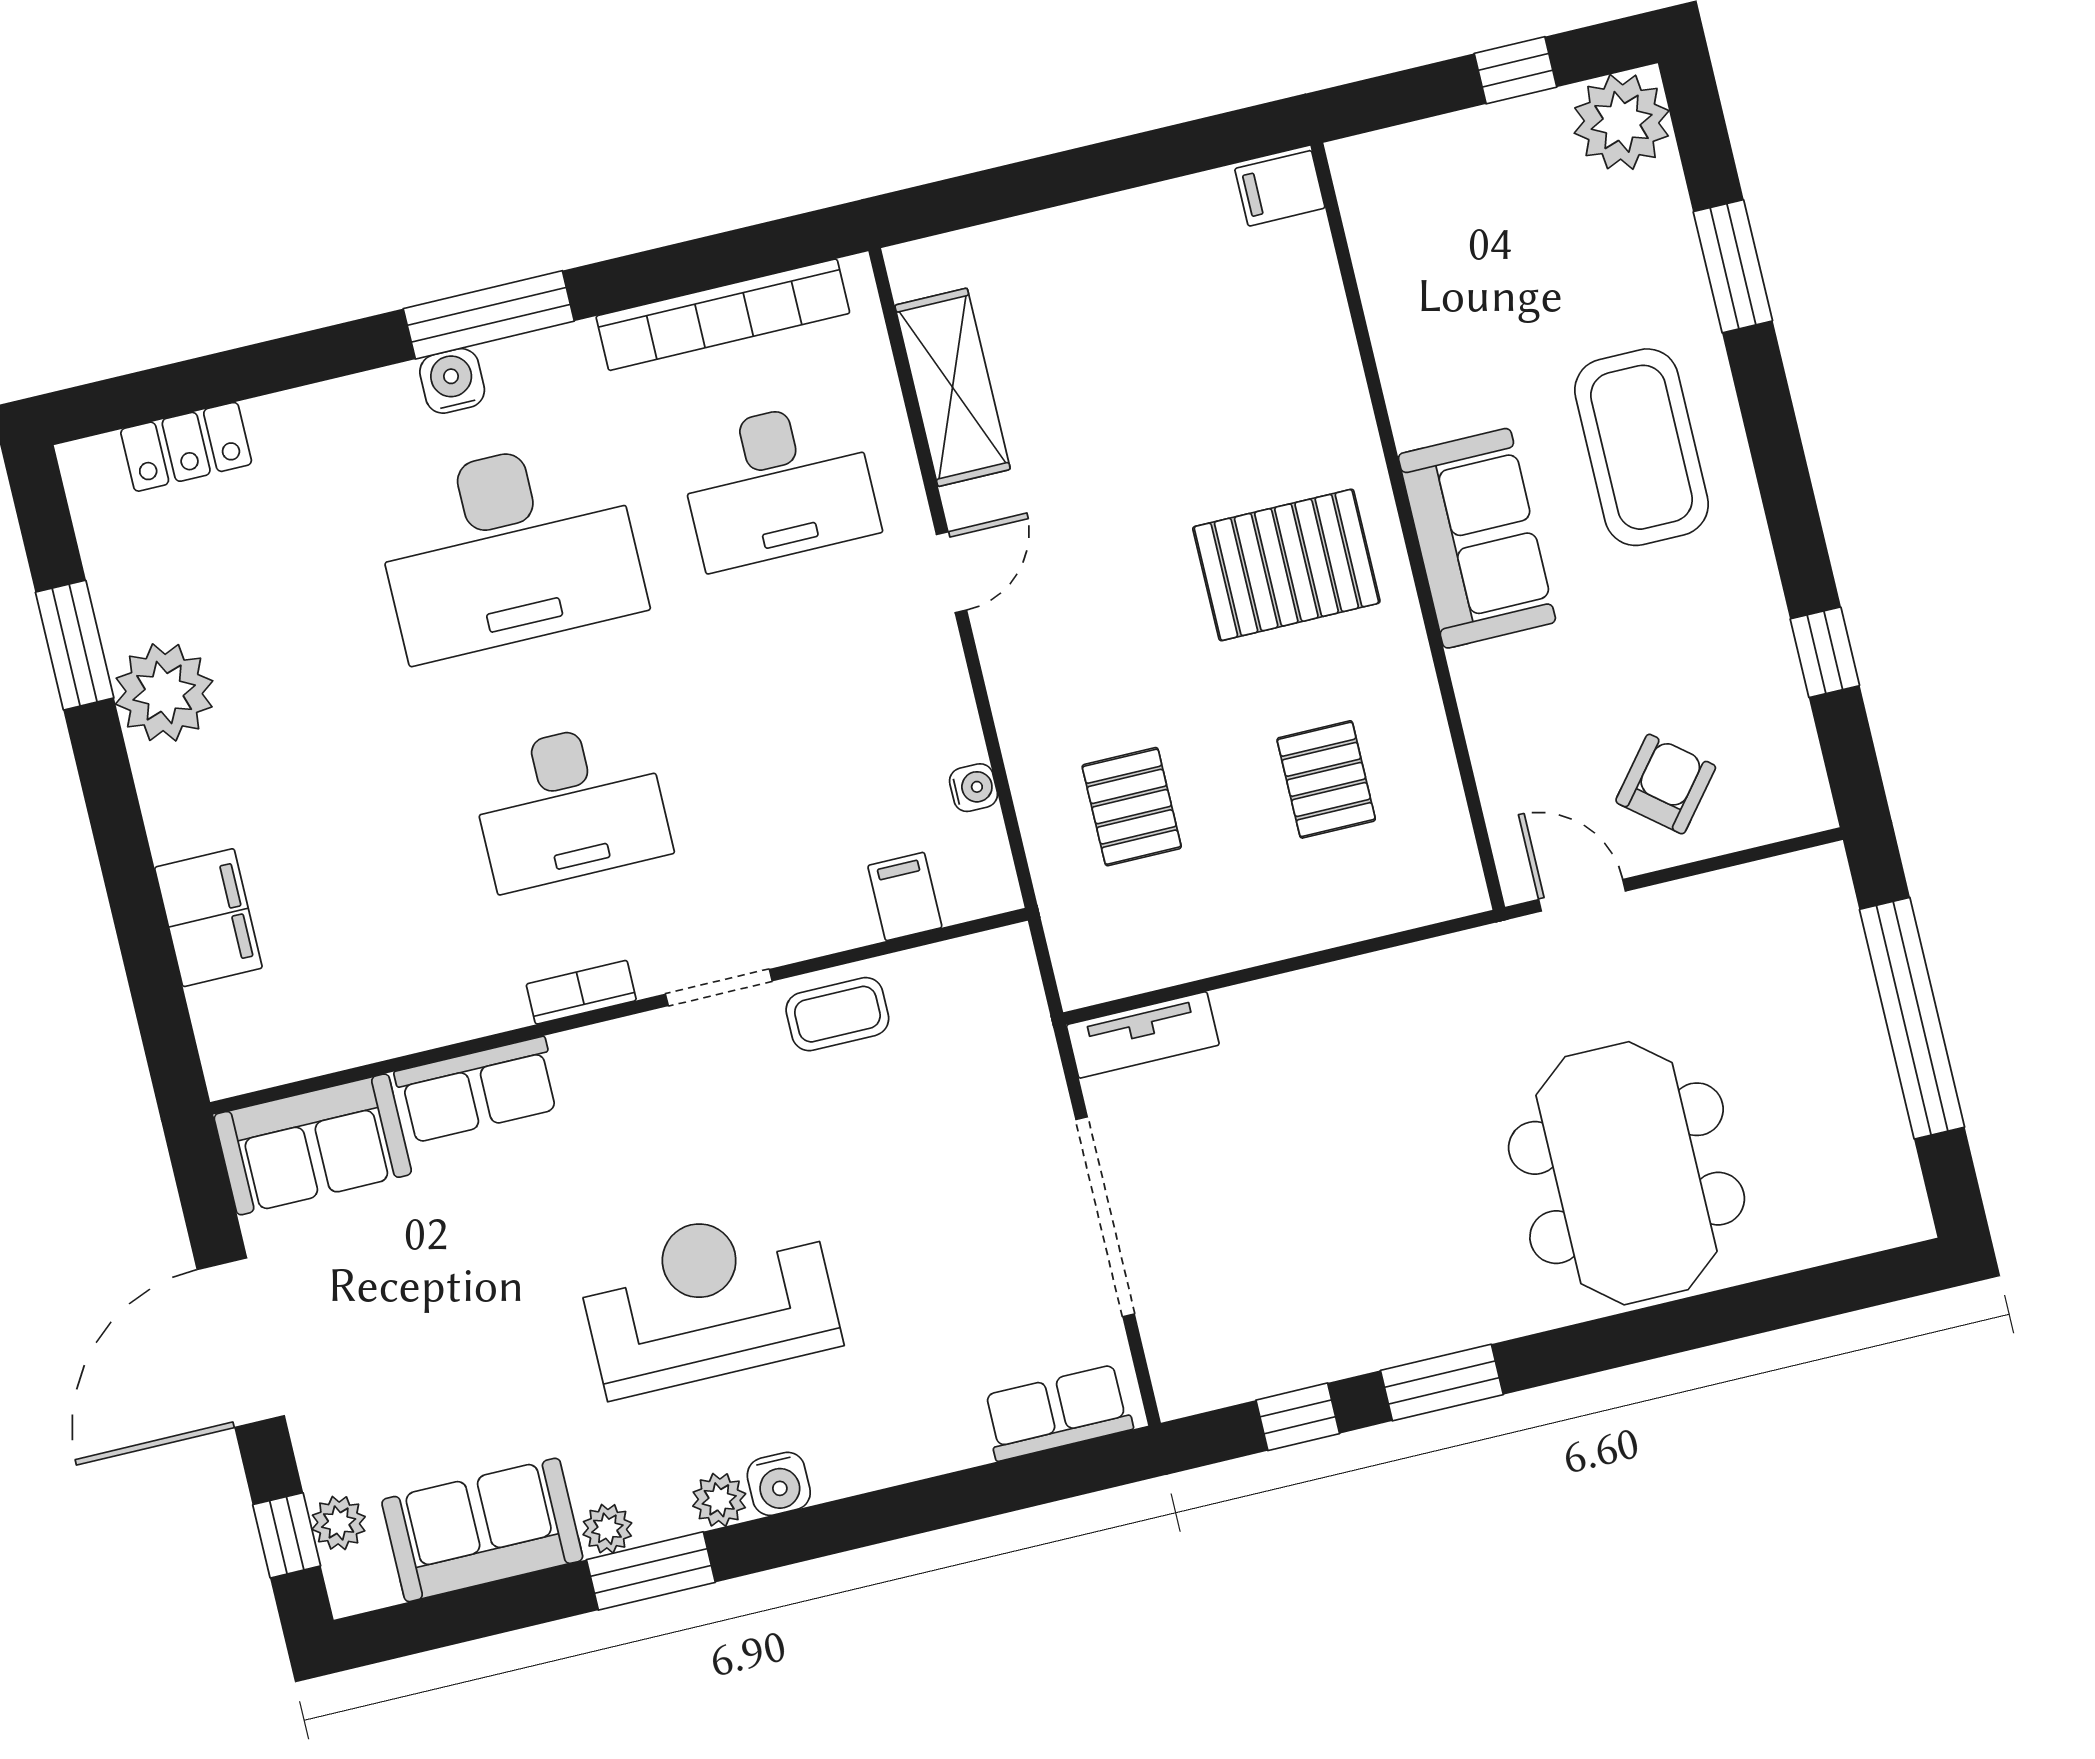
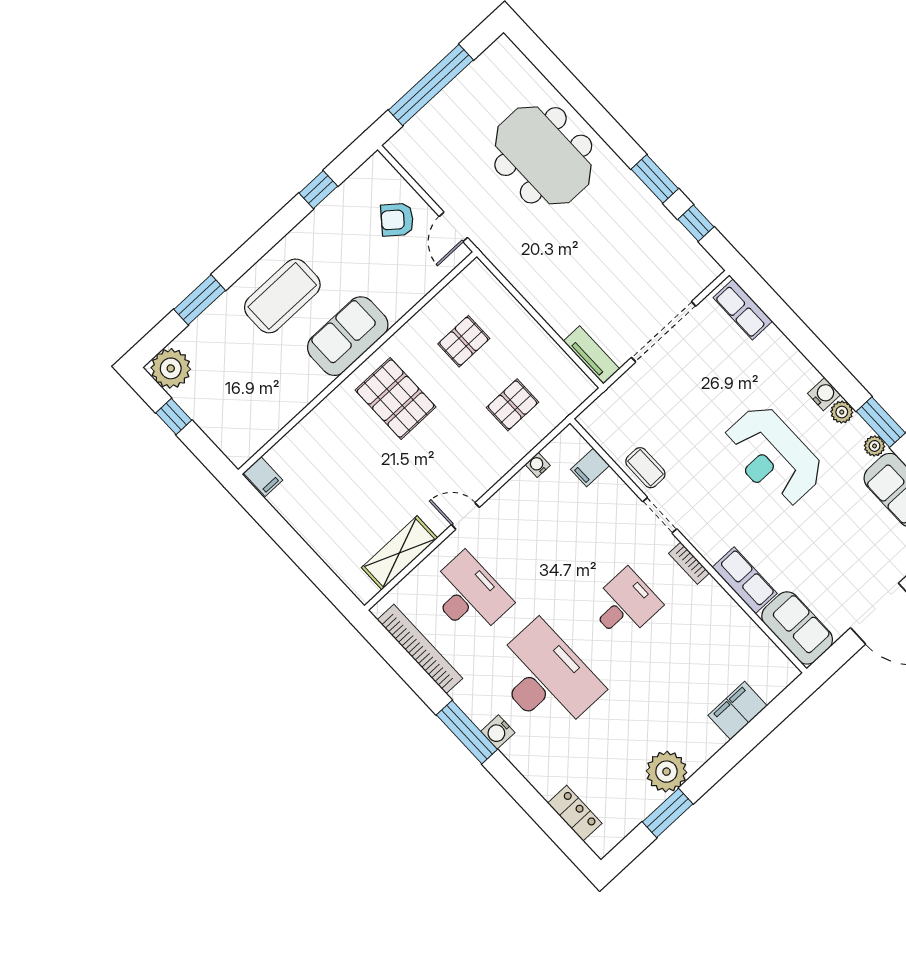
desk: (570, 805) -> (625, 605), width x0.73
meeting table: (1627, 1173) -> (543, 155), turned 90

